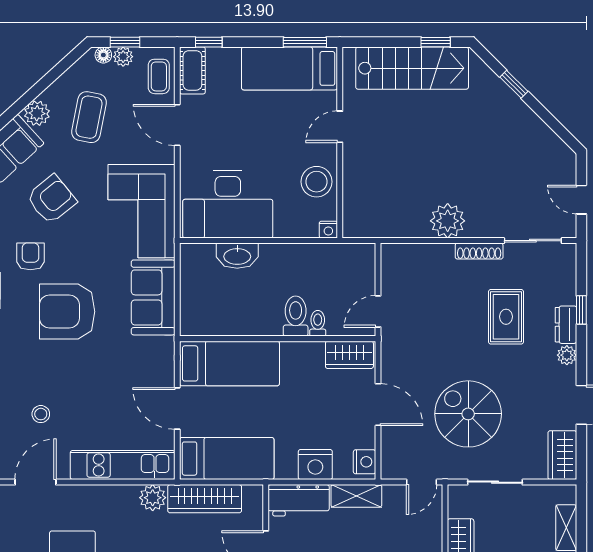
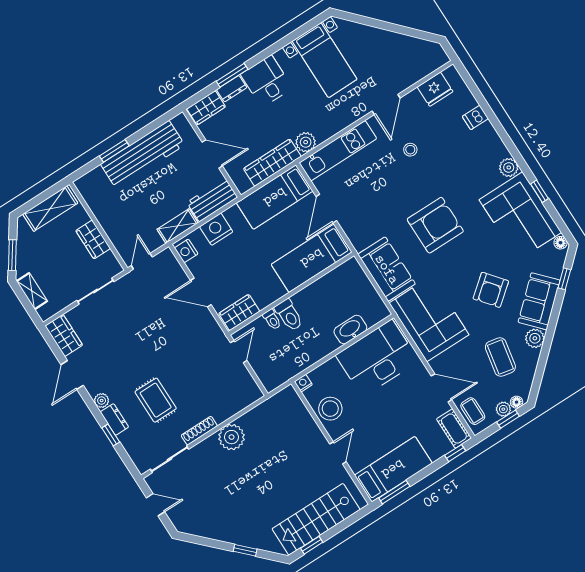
armchair: (30, 256) -> (481, 245), removed
door: (177, 408) -> (326, 209), swing flipped
spiral stairs: (468, 414) -> (140, 323), removed

